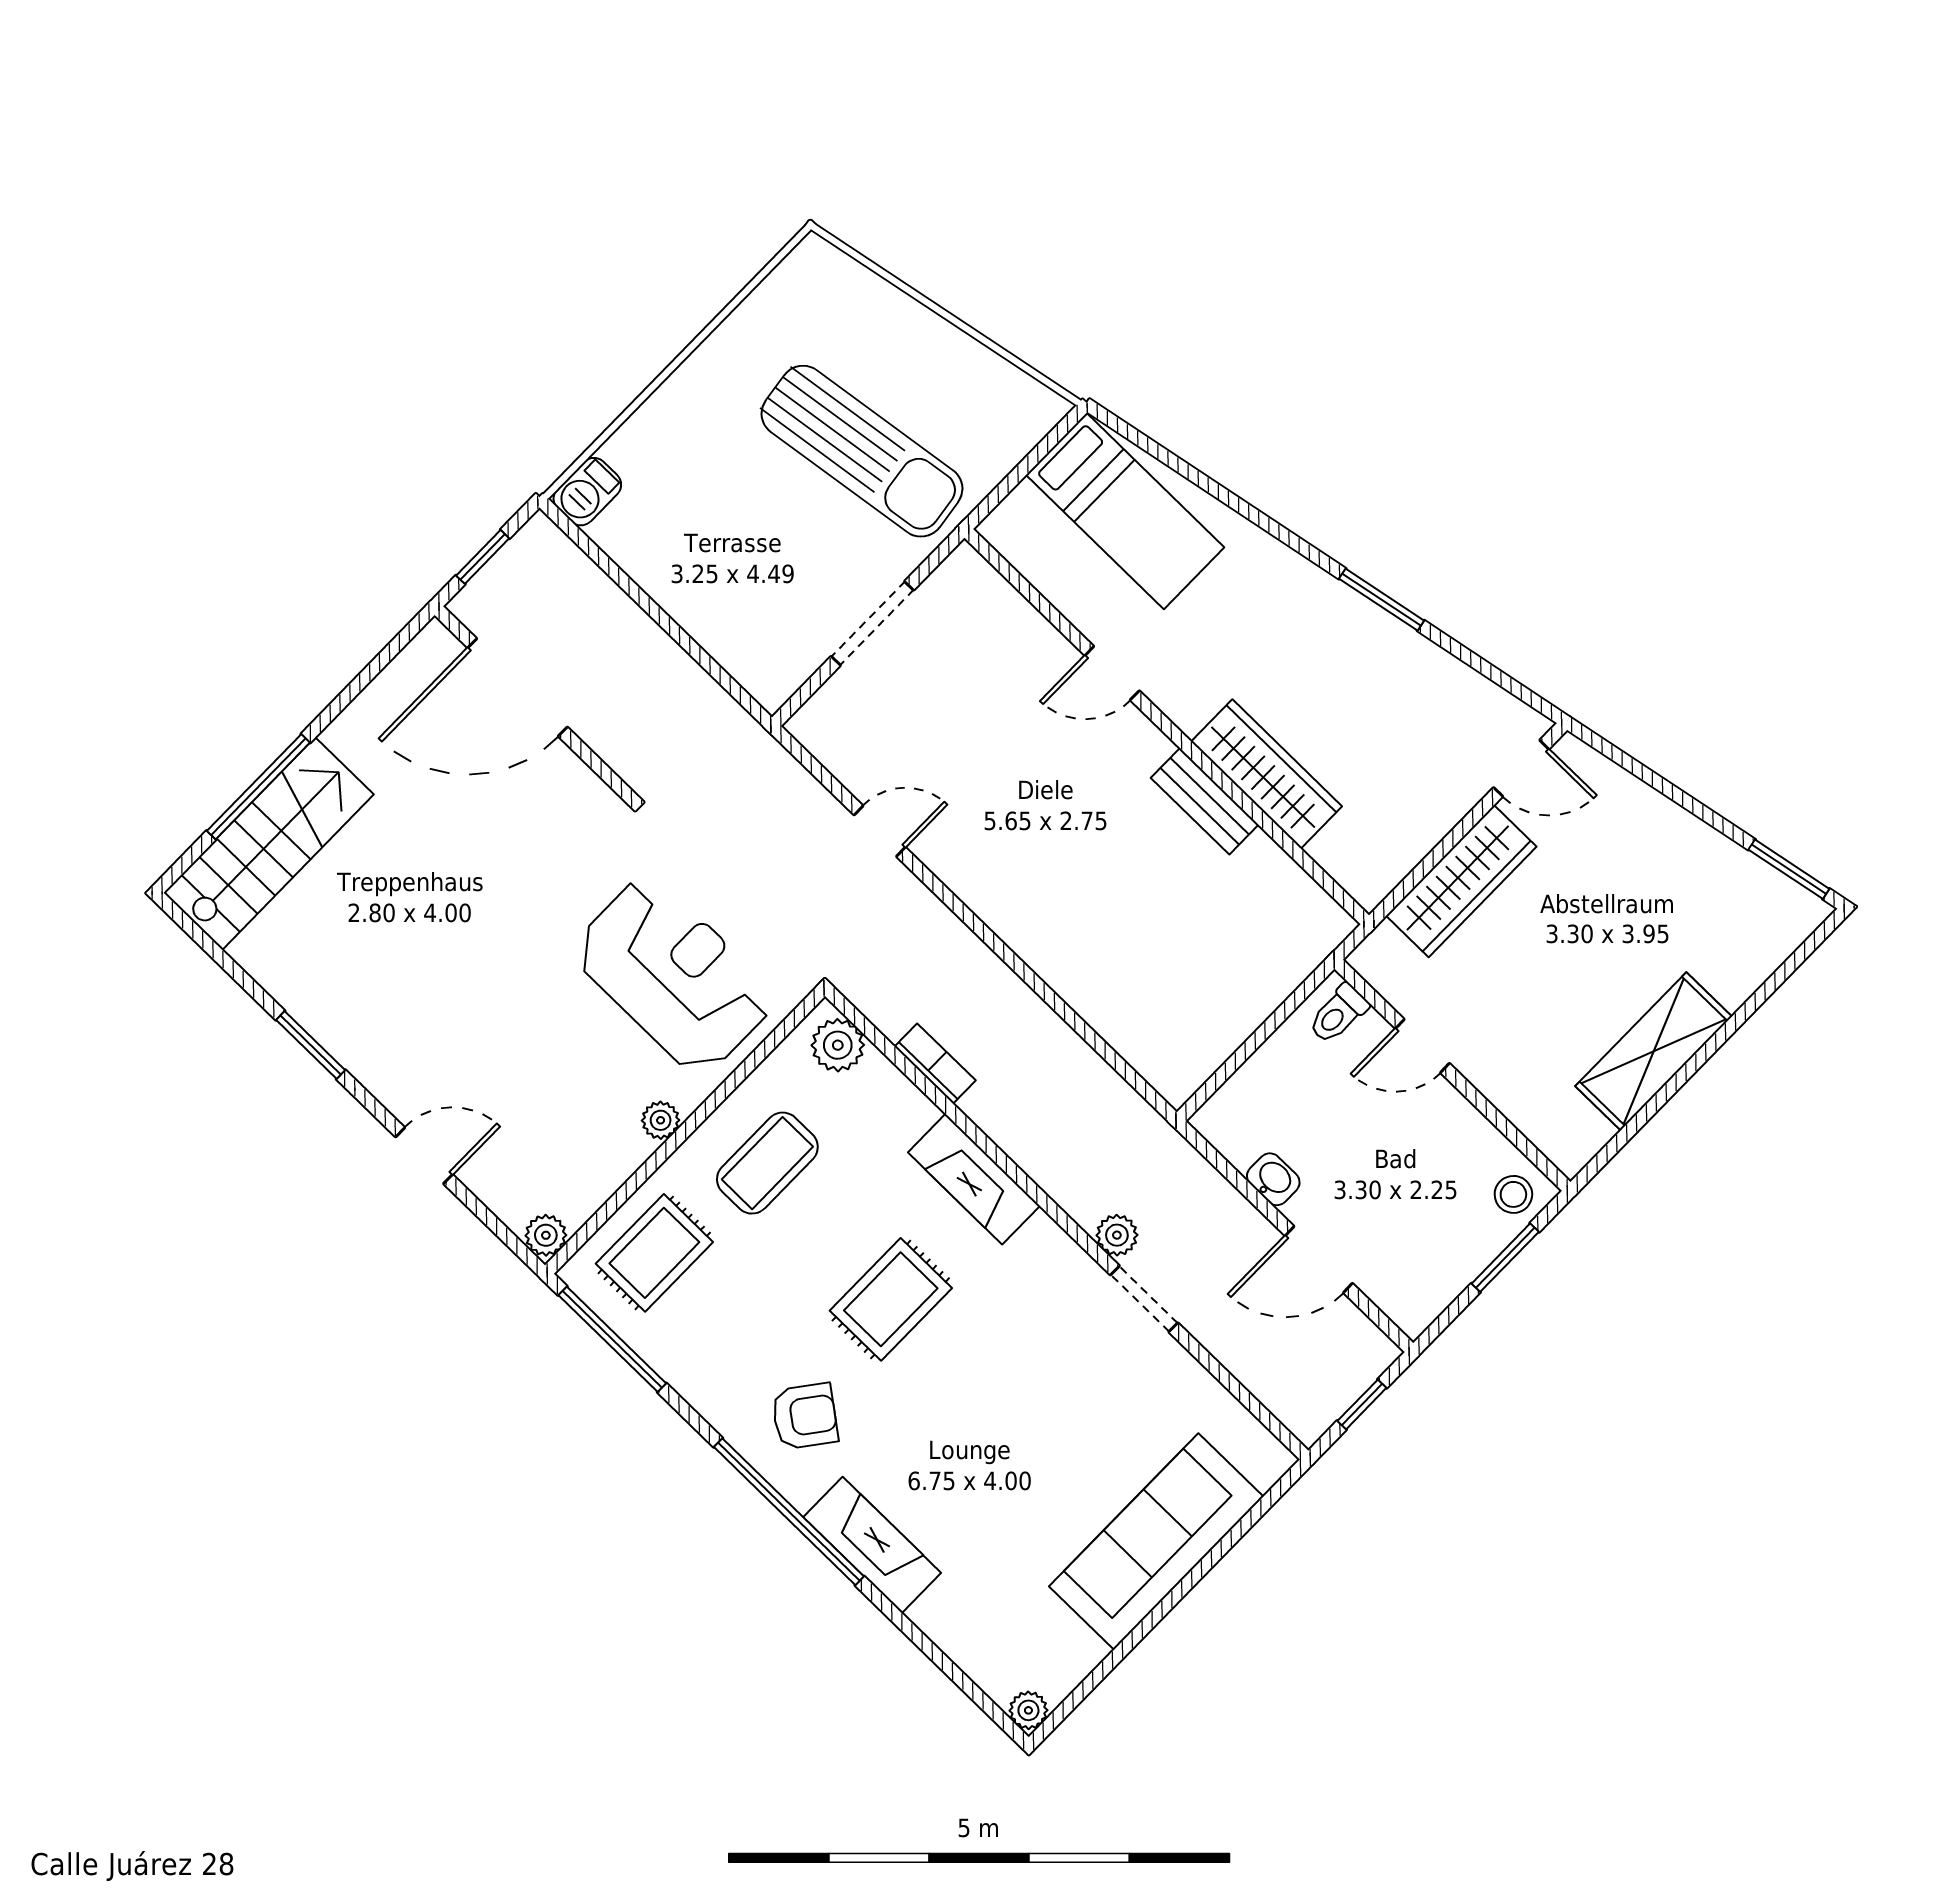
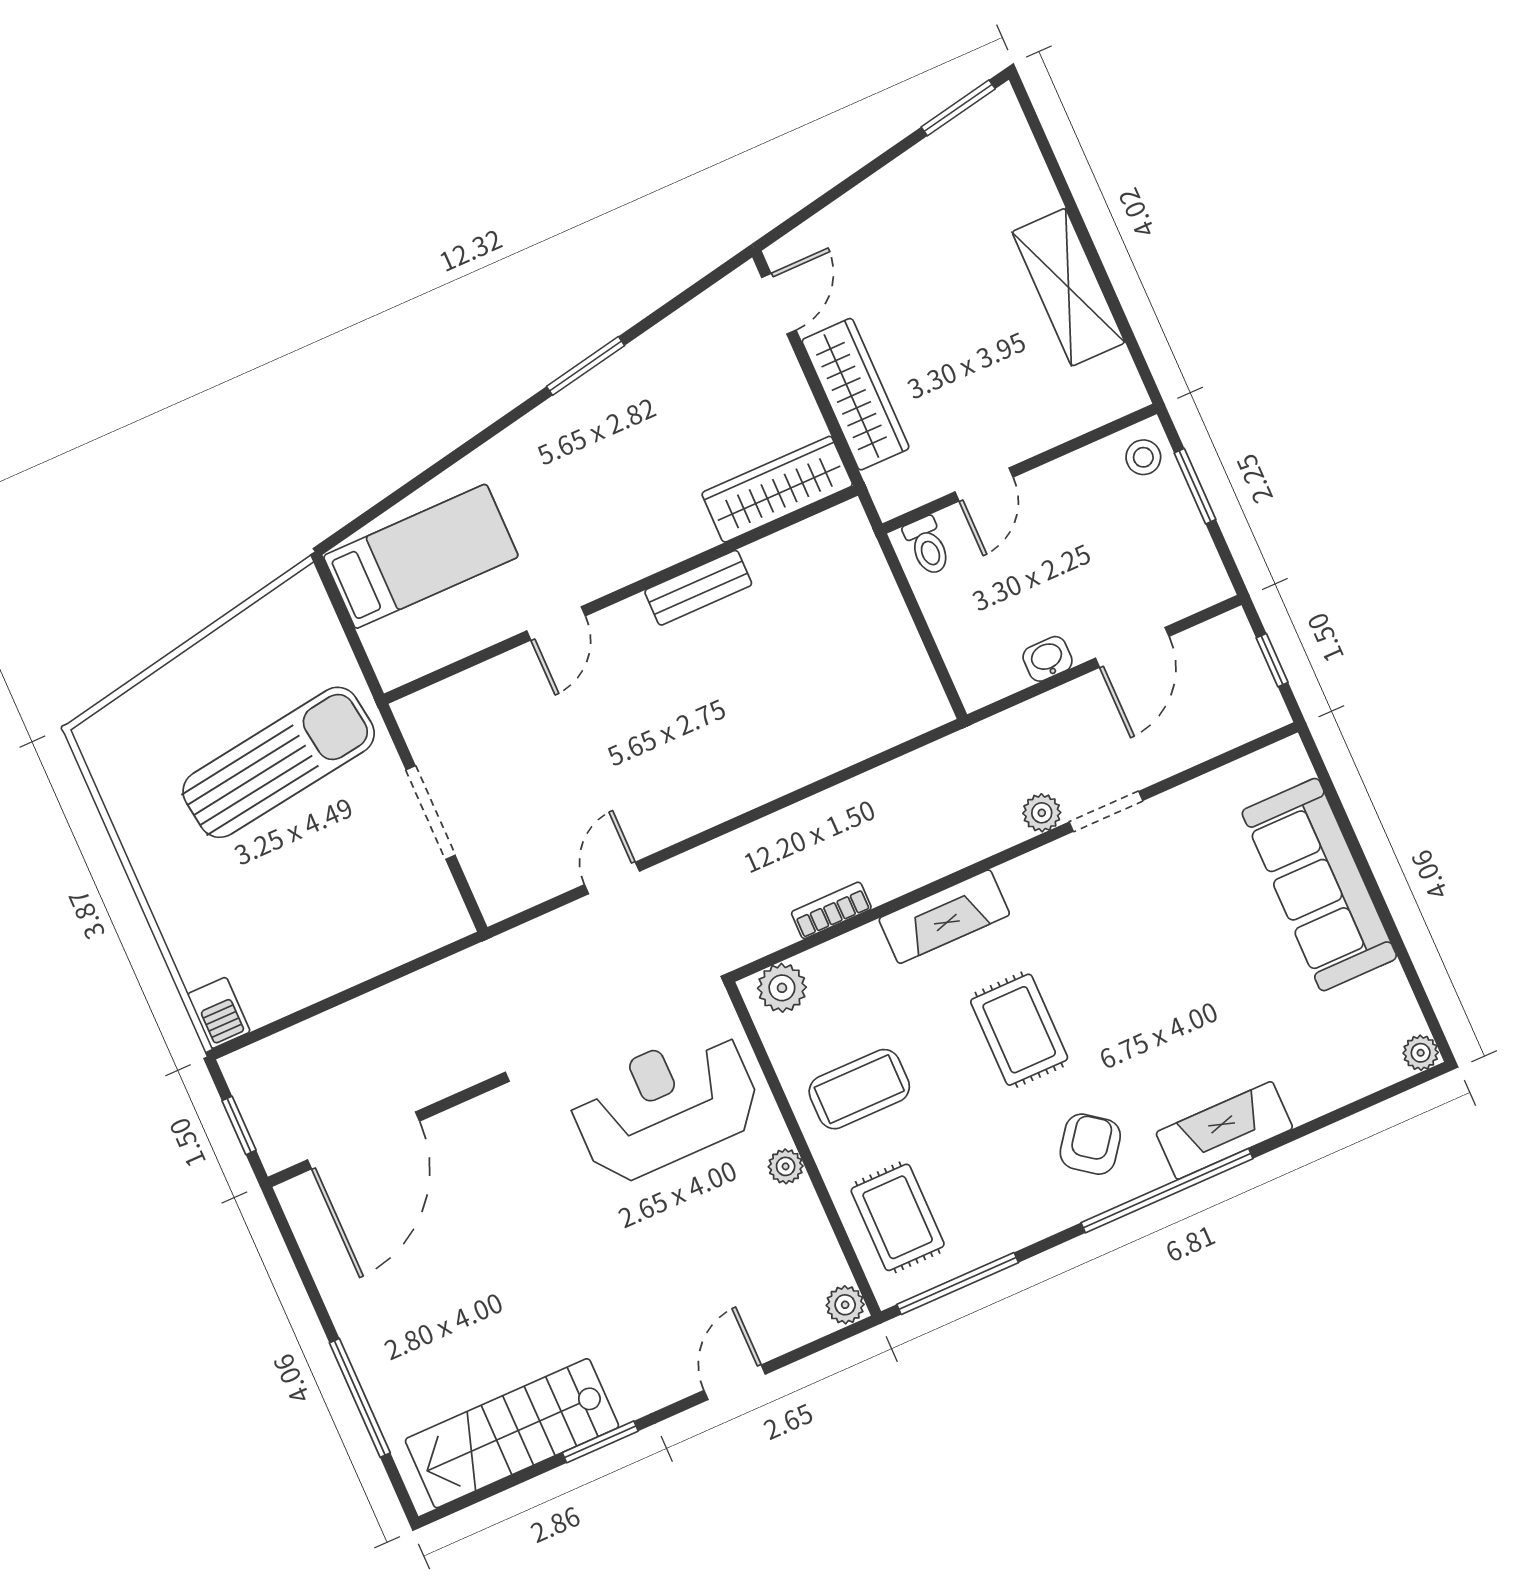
wardrobe: (1266, 774) -> (777, 489), moved
stairs: (269, 844) -> (512, 1433), moved, turned -90
coffee table: (767, 1163) -> (859, 1089), turned 90

